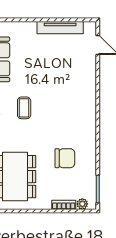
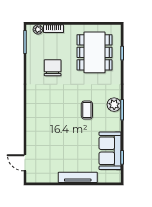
tv unit: (60, 28) -> (78, 177), moved
chair: (65, 158) -> (53, 68), turned 90

